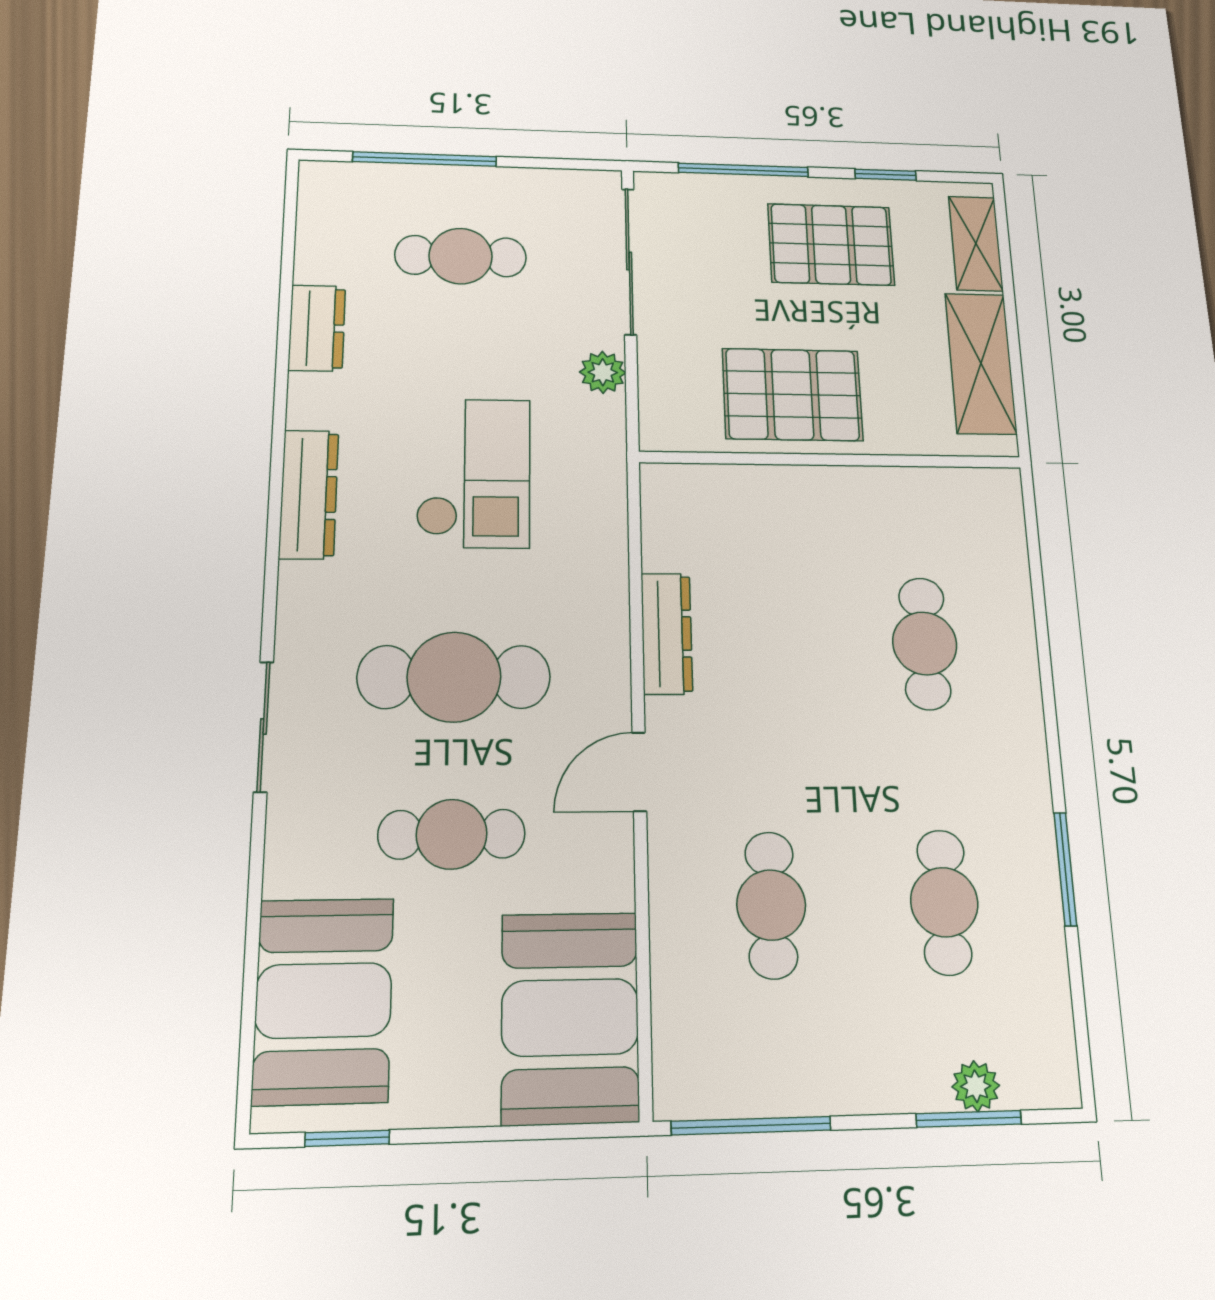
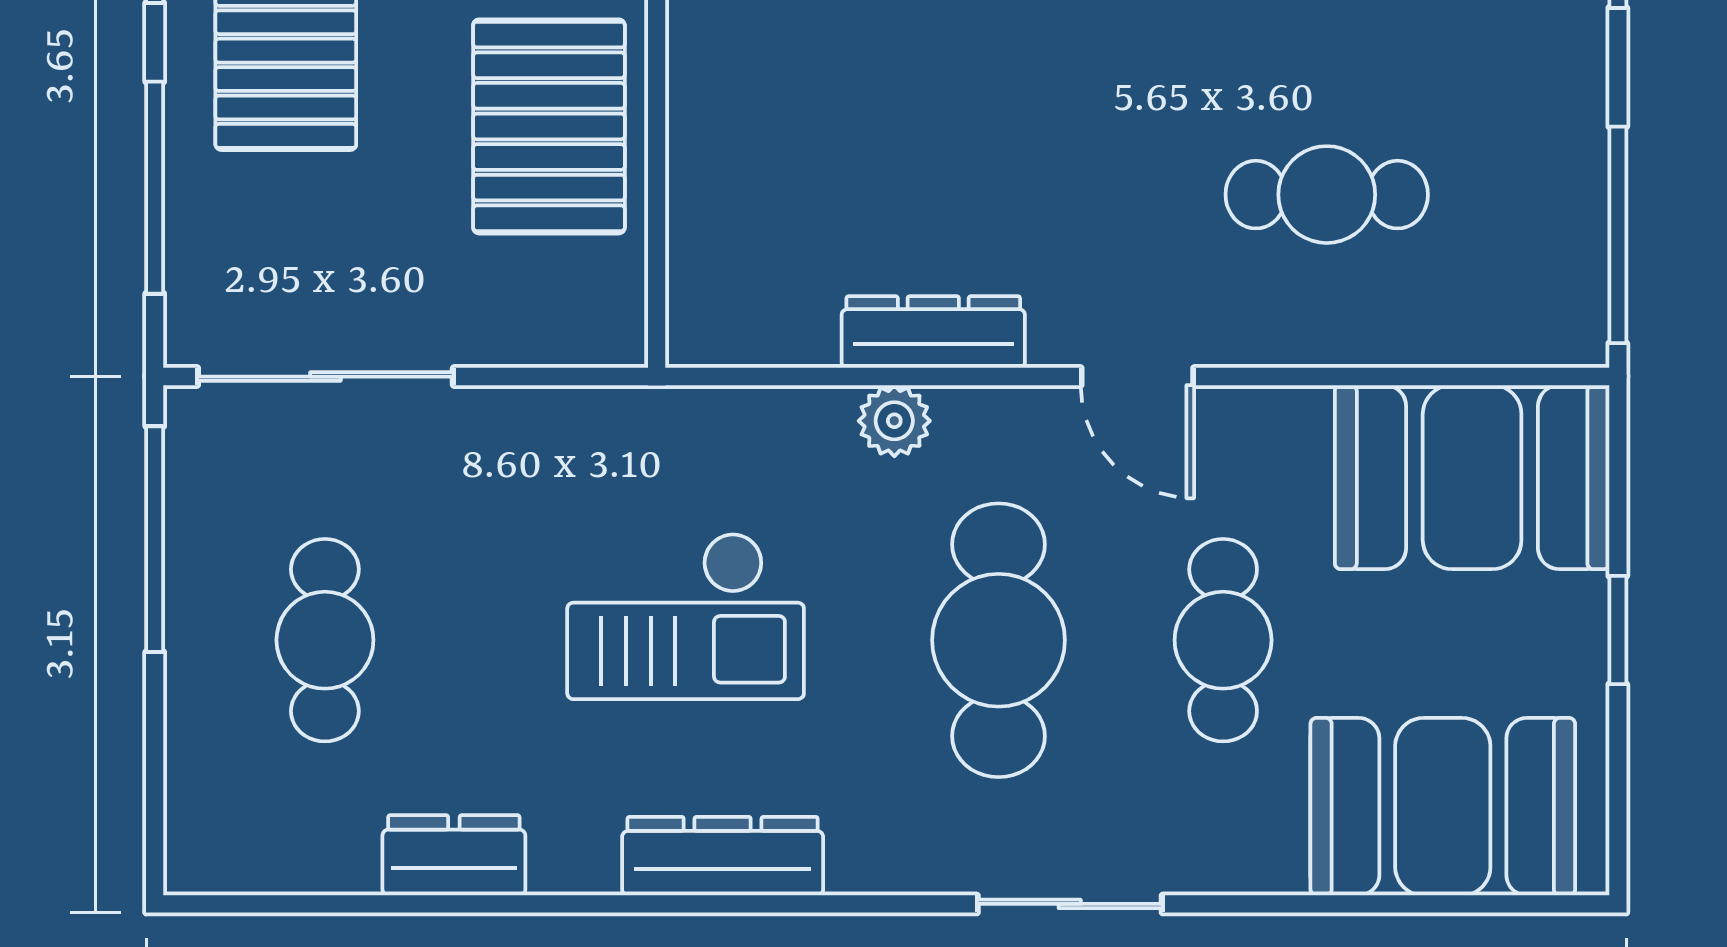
window: (425, 159) -> (155, 539), moved
plant: (603, 372) -> (894, 421), moved
checkout: (474, 473) -> (686, 616), turned 180
window: (347, 1138) -> (1618, 630), moved

